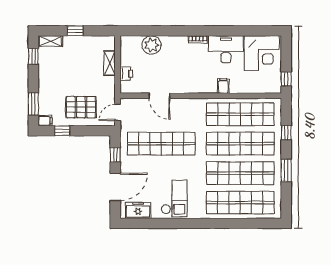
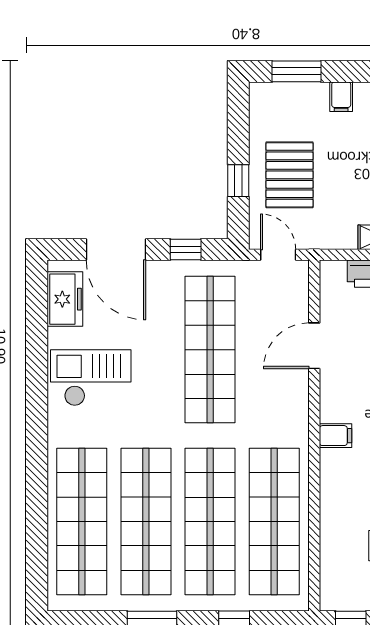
filing cabinet: (223, 86) -> (336, 436), moved
filing cabinet: (45, 121) -> (341, 97), moved
window: (62, 131) -> (238, 181), moved
checkout: (174, 198) -> (91, 378), turned 180

